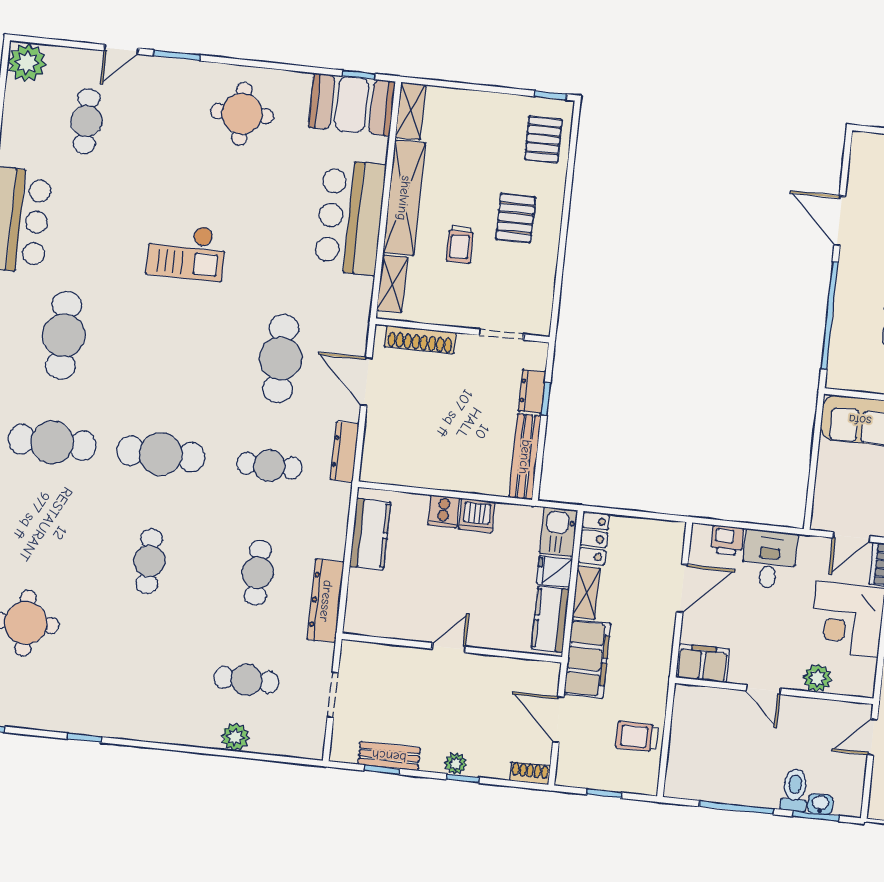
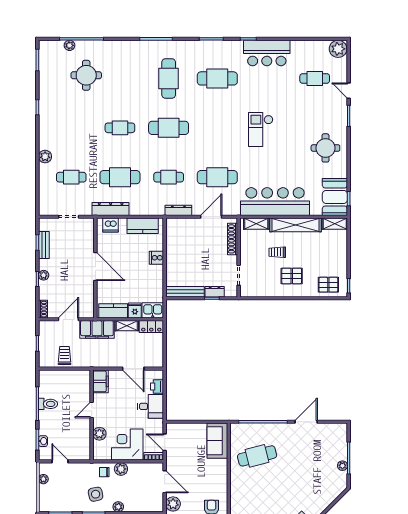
bar counter: (350, 217) -> (275, 202), width x1.36
cafe table: (161, 454) -> (169, 128), turned 90
cafe table: (269, 466) -> (169, 177), turned 90
dishwasher: (477, 515) -> (111, 225), moved, turned -90
cafe table: (258, 573) -> (120, 177), width x1.37, depth x1.35
door: (449, 648) -> (95, 267), width x1.88
cafe table: (246, 680) -> (71, 177), turned 90
plant: (235, 737) -> (45, 157), moved
door: (872, 737) -> (60, 461), moved
toilet: (795, 790) -> (48, 404), moved

